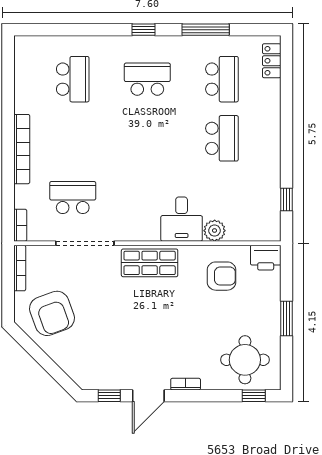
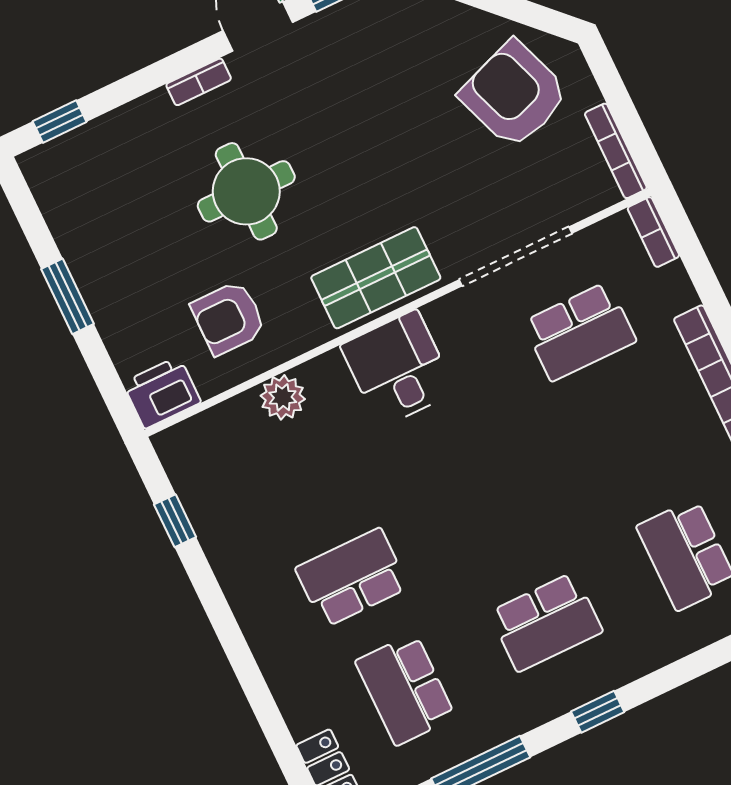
school desk: (222, 138) -> (352, 578), turned 90
desk: (182, 219) -> (398, 369), moved
round table: (245, 360) -> (246, 191), moved

